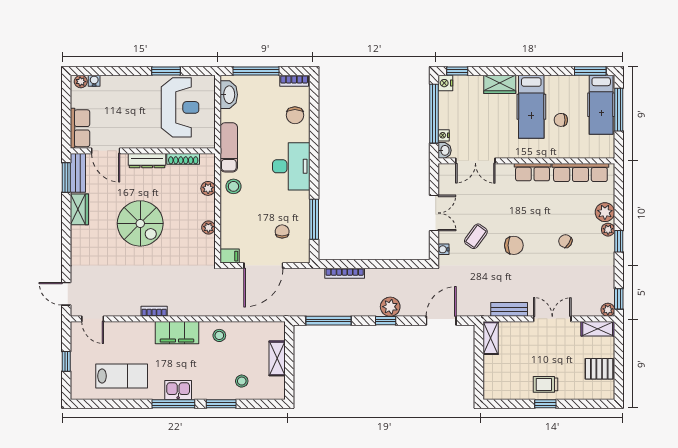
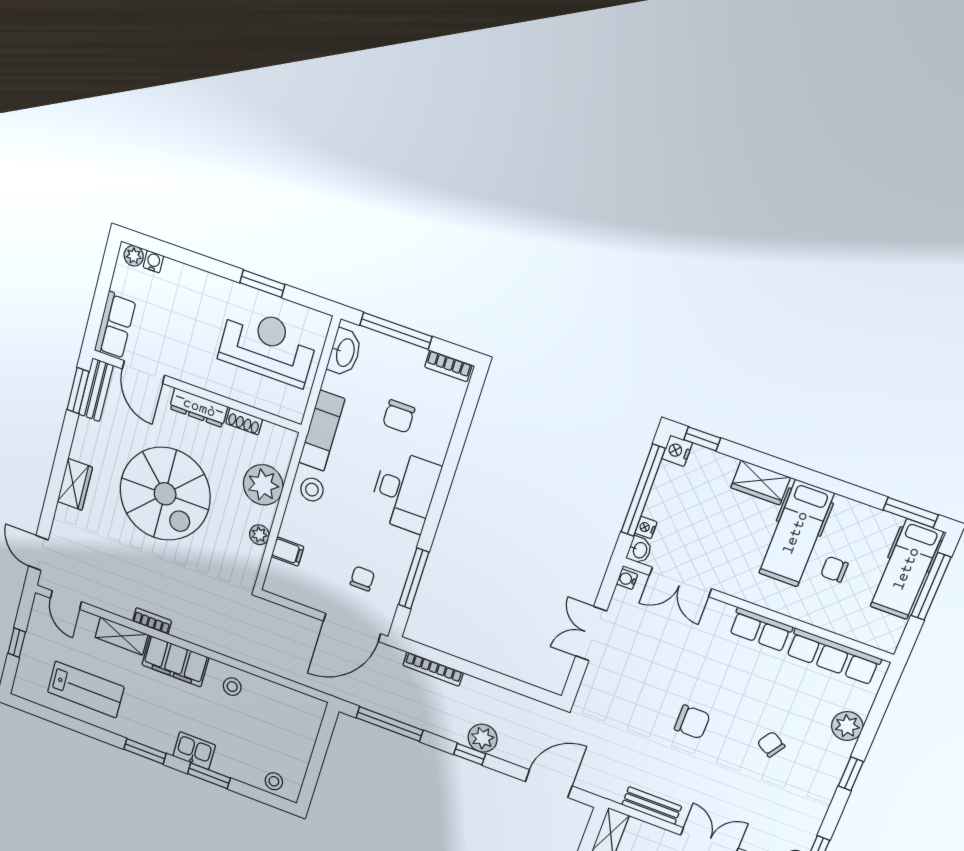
reception desk: (180, 107) -> (268, 346), turned -90
chair: (295, 115) -> (399, 416), moved
shoe rack: (183, 159) -> (244, 421), width x0.70
plant: (208, 188) -> (263, 485), width x1.88, depth x1.88
wardrobe: (79, 209) -> (75, 484), moved
double door: (434, 213) -> (591, 634), swing flipped
spiral stairs: (140, 223) -> (165, 494), width x1.37, depth x1.37
plant: (608, 230) -> (842, 752), removed
coffee table: (476, 236) -> (641, 689), removed
water cooler: (443, 249) -> (627, 579), moved
filing cabinet: (230, 256) -> (288, 552), moved
door: (263, 266) -> (352, 627), moved
shelving: (277, 358) -> (121, 636), moved, turned 90
stool: (242, 381) -> (274, 781), moved
kitchen sink: (178, 390) -> (194, 751), moved
window: (173, 404) -> (145, 751), width x0.69

